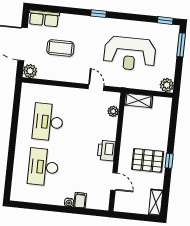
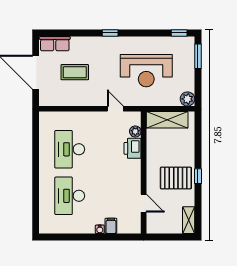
plant: (30, 71) -> (46, 99), removed
shelving: (138, 101) -> (167, 120), width x1.50, depth x1.33
printer: (106, 151) -> (133, 148), moved

